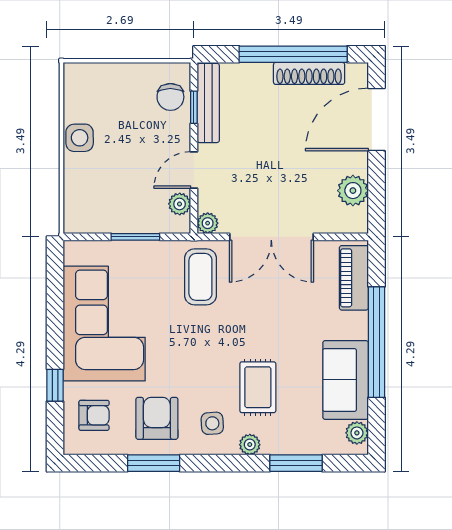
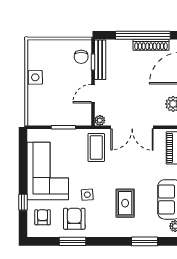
plant: (180, 204) -> (86, 111), removed
armchair: (94, 415) -> (43, 217), turned -90
side table: (212, 423) -> (87, 195), moved
plant: (250, 445) -> (121, 232), removed

